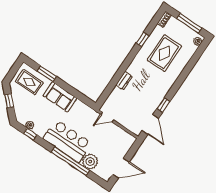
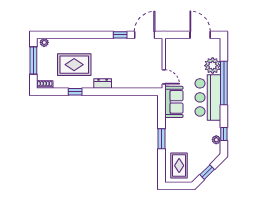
window: (47, 74) -> (162, 139), moved
dresser: (124, 81) -> (103, 84), moved
sofa: (60, 97) -> (174, 102), moved

